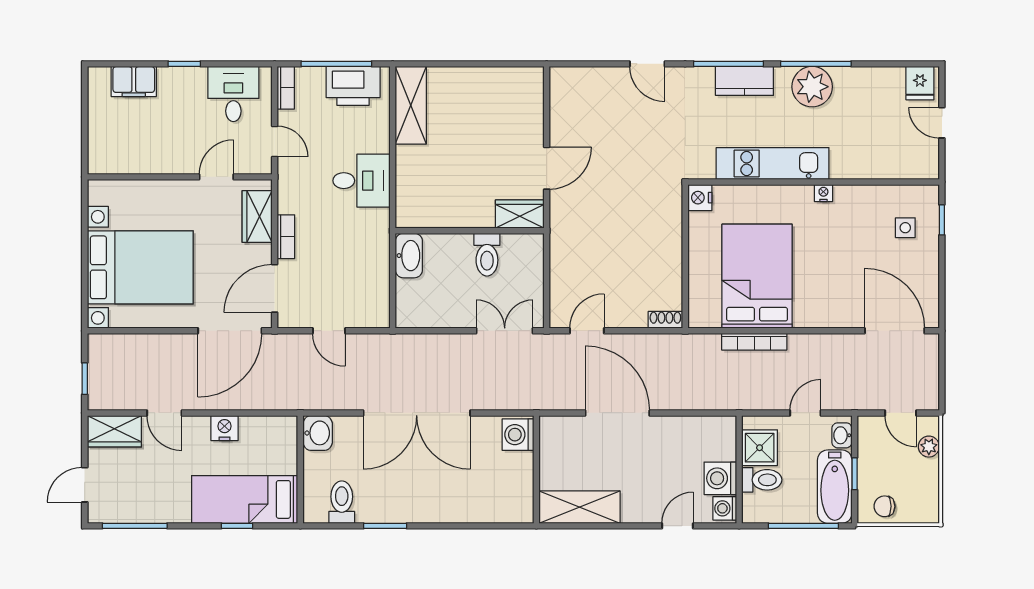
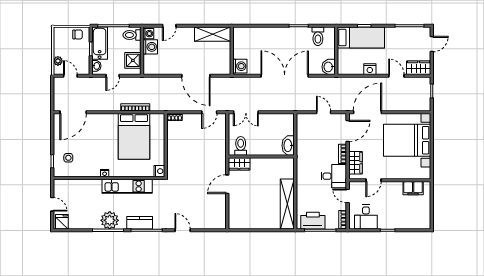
filing cabinet: (134, 82) -> (413, 188), moved, turned 180
shelving: (411, 105) -> (287, 204), width x1.47
desk: (361, 181) -> (334, 176), moved, turned 180
toilet: (487, 255) -> (241, 146), moved
door: (895, 331) -> (73, 112), hinge flipped
toilet: (762, 480) -> (132, 35), moved

